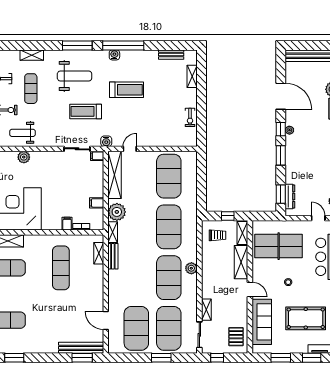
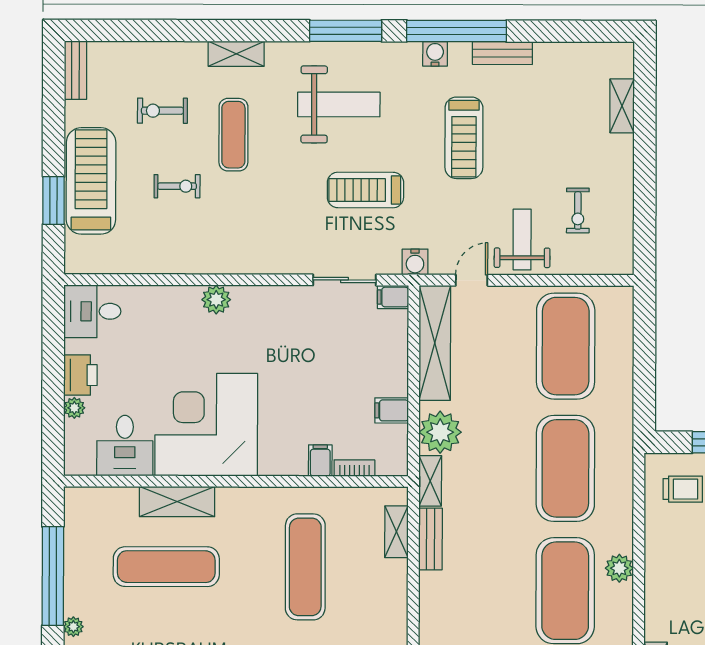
bench: (171, 55) -> (502, 53), moved
treadmill: (126, 90) -> (464, 138), turned 90
exercise bike: (190, 117) -> (578, 210), moved
weight bench: (22, 133) -> (522, 239), moved, turned 90

